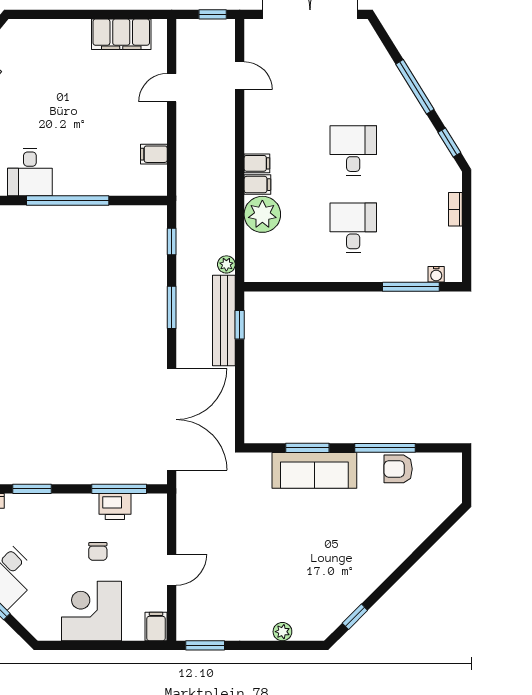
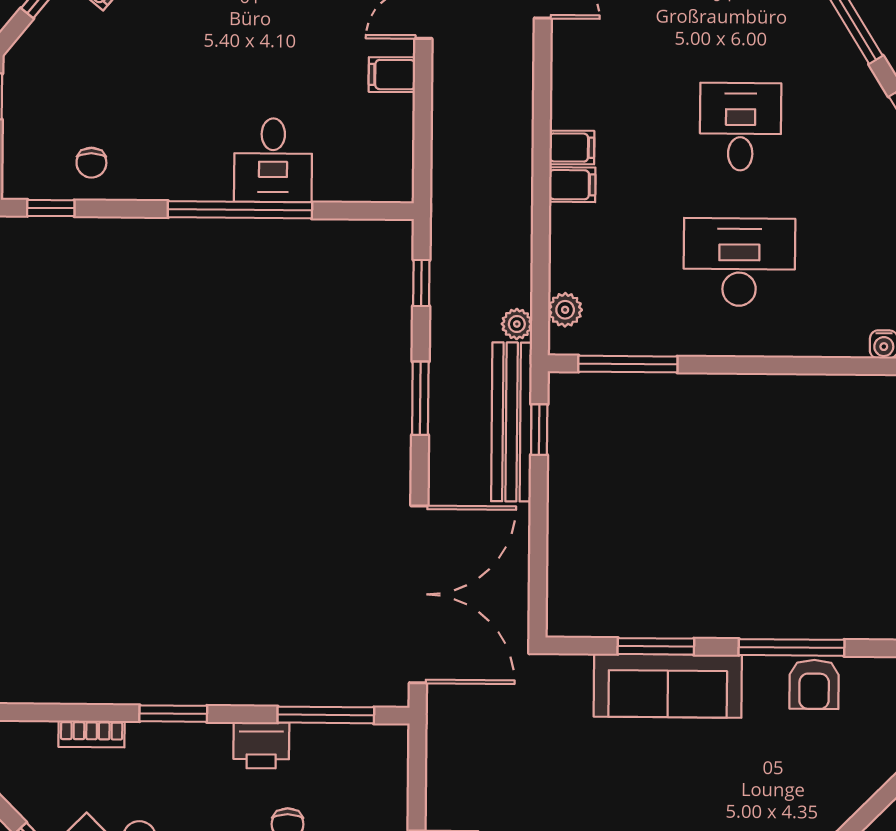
filing cabinet: (154, 154) -> (392, 75), moved
desk: (30, 172) -> (273, 160), moved
plant: (262, 214) -> (565, 310), moved, width x0.53, depth x0.53
desk: (353, 228) -> (739, 262), width x1.37
window: (411, 287) -> (628, 364), moved
armchair: (398, 469) -> (814, 684), turned -90
printer: (115, 506) -> (261, 745), moved

